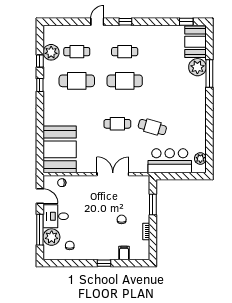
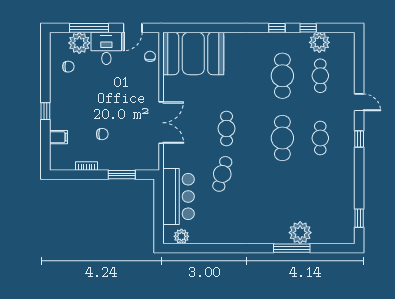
booth: (196, 42) -> (333, 230), removed

